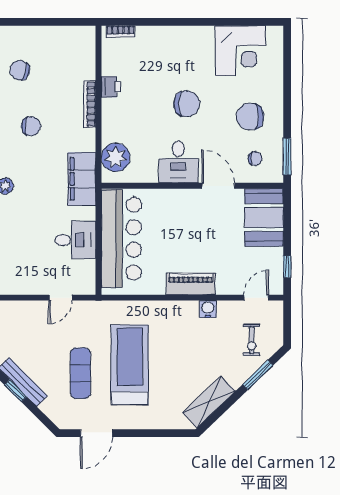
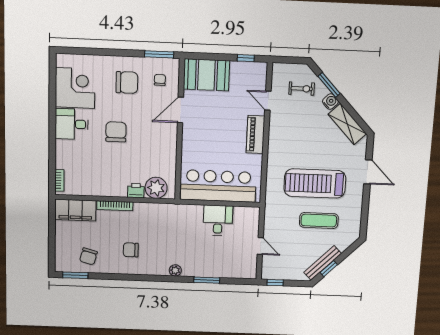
printer: (111, 87) -> (136, 191), moved
chair: (250, 117) -> (127, 83), turned -90
chair: (31, 126) -> (131, 250), turned -90
desk: (178, 162) -> (72, 124), moved, turned 180
filing cabinet: (82, 179) -> (75, 210), moved
door: (60, 298) -> (260, 246), moved
door: (256, 298) -> (268, 101), moved
water cooler: (208, 309) -> (330, 102), moved, turned 136
door: (96, 433) -> (368, 172), moved

